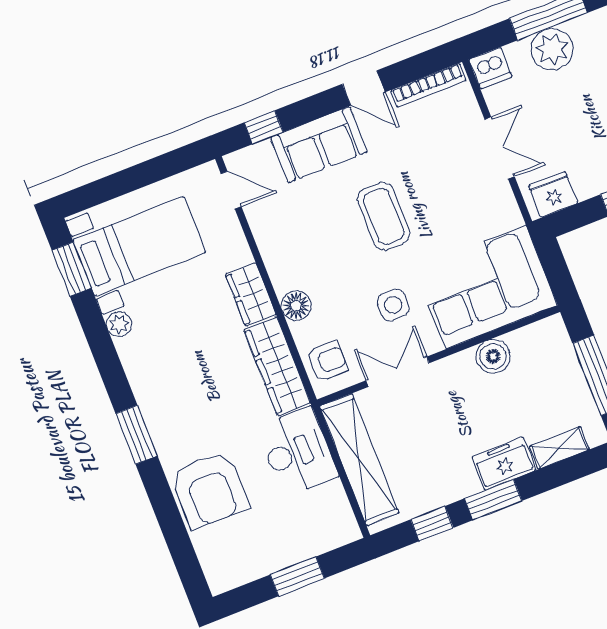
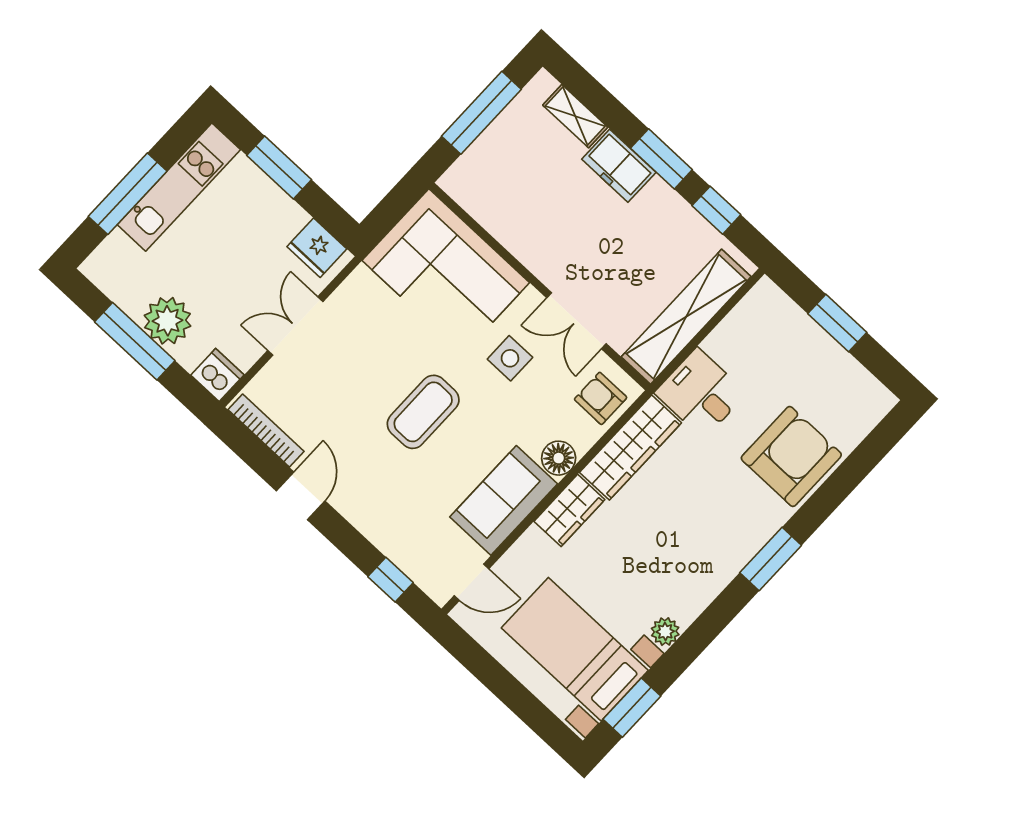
sofa: (319, 145) -> (504, 500), moved, turned -90
door: (231, 190) -> (472, 582), swing flipped
boiler: (493, 356) -> (513, 230), removed
desk: (297, 452) -> (701, 393), width x0.73

